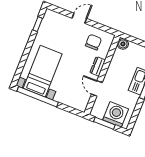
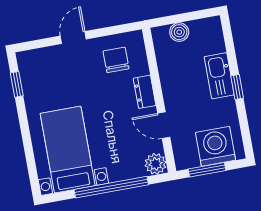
boiler: (123, 44) -> (179, 32), moved
window: (38, 97) -> (111, 187), moved
plant: (81, 105) -> (156, 164), added

